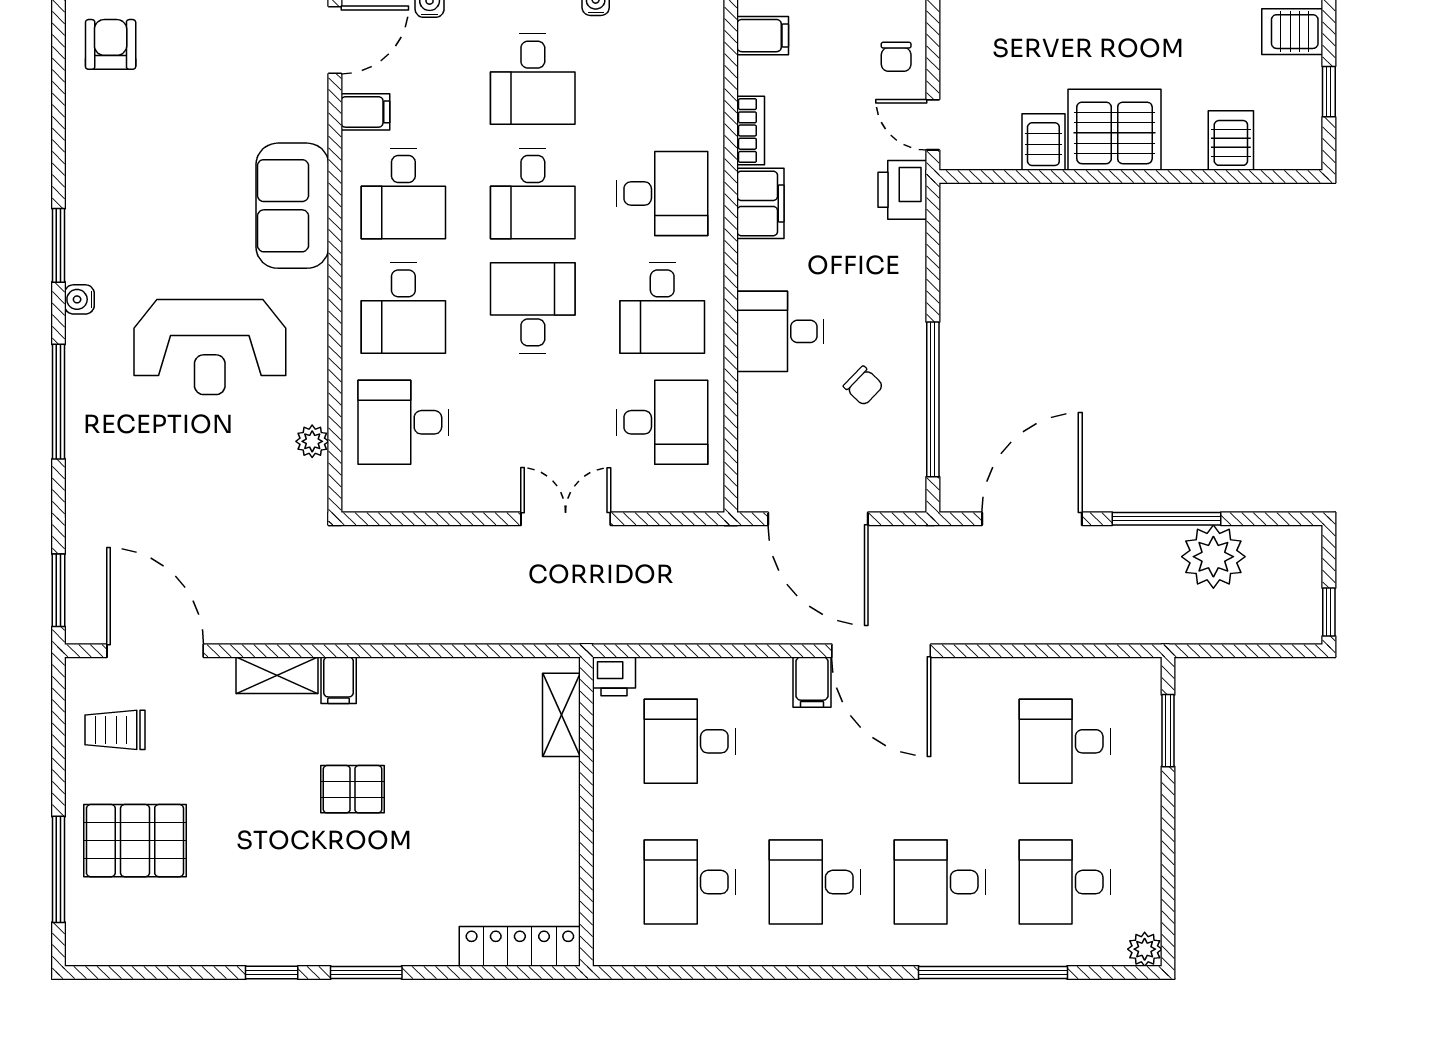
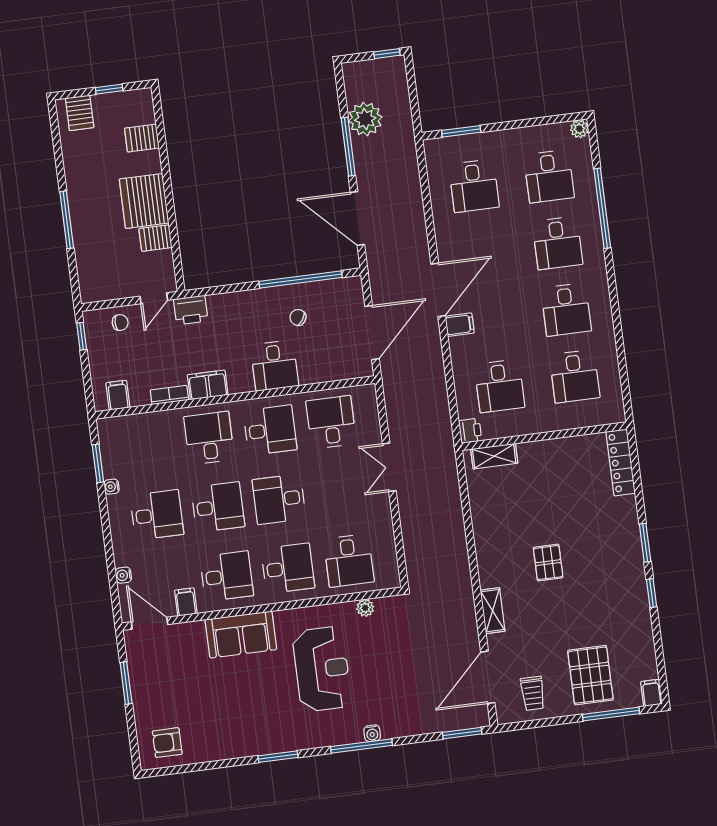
water cooler: (79, 299) -> (372, 733), moved
chair: (863, 386) -> (298, 317), turned -99
filing cabinet: (339, 680) -> (651, 693), moved, turned -90

